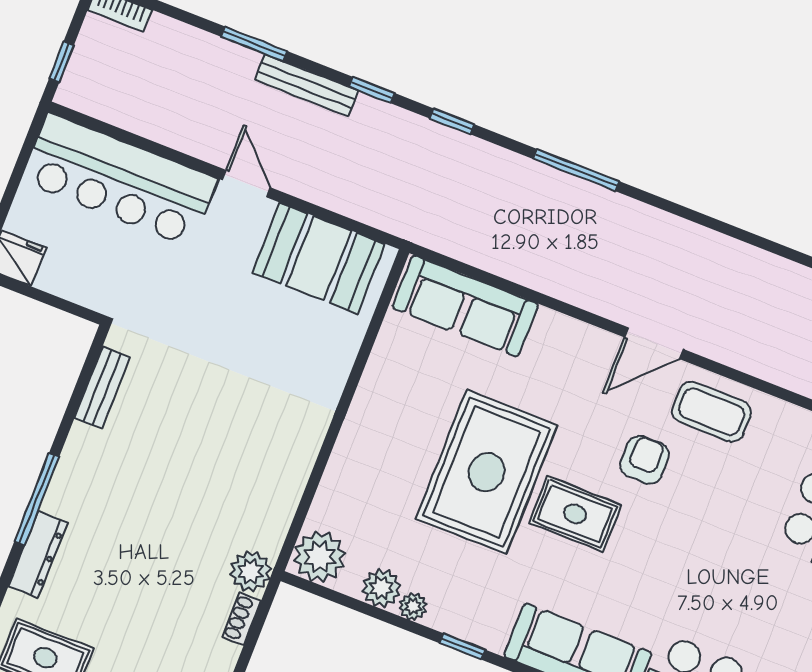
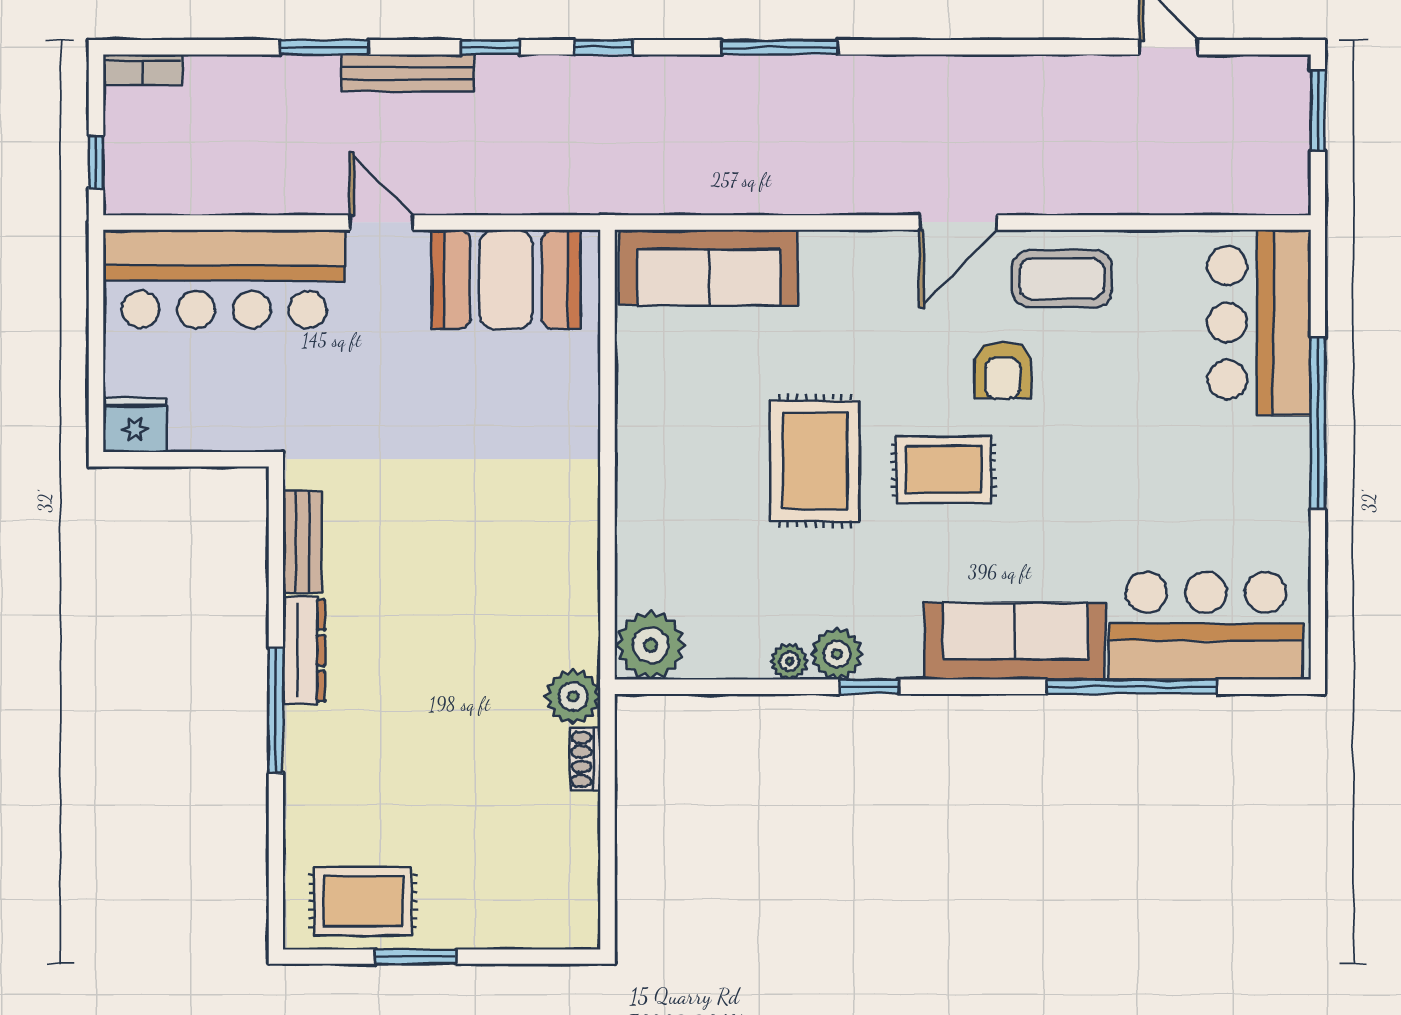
armchair: (645, 460) -> (1003, 370), turned 180
rug: (487, 472) -> (815, 461), width x0.73, depth x0.69
dresser: (38, 555) -> (304, 650), moved
plant: (381, 588) -> (837, 654), moved

